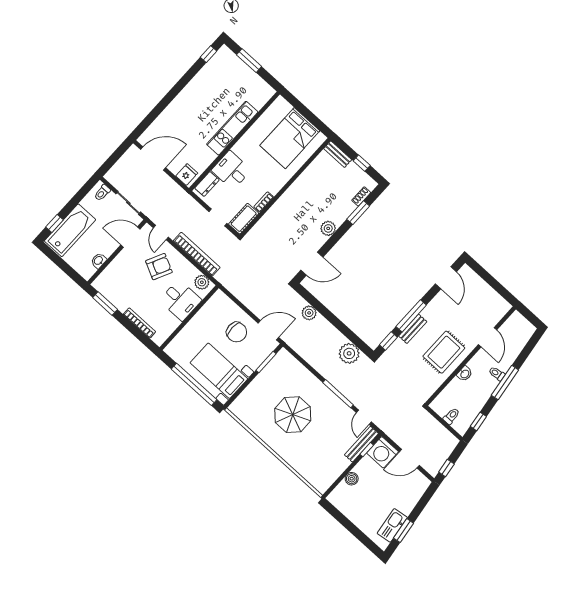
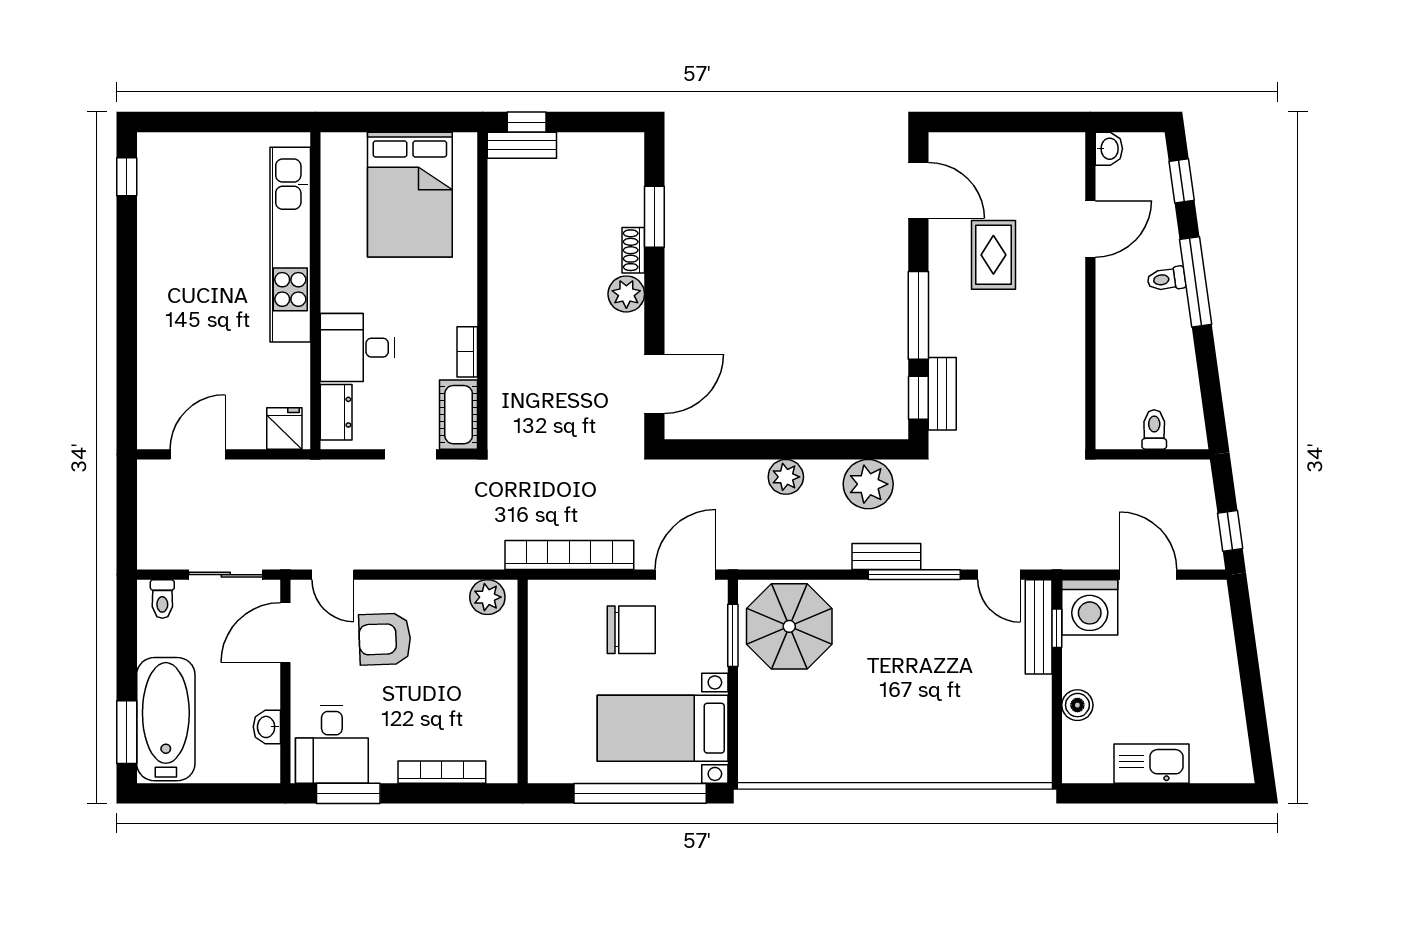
window: (249, 61) -> (210, 122), removed
kitchen unit: (232, 128) -> (290, 245), width x1.36
door: (153, 158) -> (198, 454), width x0.73
window: (362, 163) -> (527, 122), moved
shoe rack: (361, 196) -> (633, 250), moved
window: (54, 223) -> (127, 732), width x1.50
bookcase: (197, 254) -> (569, 555), moved
armchair: (159, 267) -> (385, 639), turned -118
desk: (180, 300) -> (332, 744), moved, turned 90
plant: (309, 313) -> (786, 477), moved
bench: (413, 329) -> (942, 394), moved
door: (488, 337) -> (1090, 229), hinge flipped
rug: (444, 352) -> (993, 255), moved, width x0.73, depth x0.70
washbasin: (465, 374) -> (1109, 149), moved
bench: (335, 380) -> (886, 556), added
parasol: (293, 415) -> (789, 626), moved
window: (478, 421) -> (1182, 181), moved
door: (409, 459) -> (1148, 575), swing flipped
kitchen sink: (392, 525) -> (1152, 764), moved, turned 98
window: (404, 531) -> (1255, 713), removed

